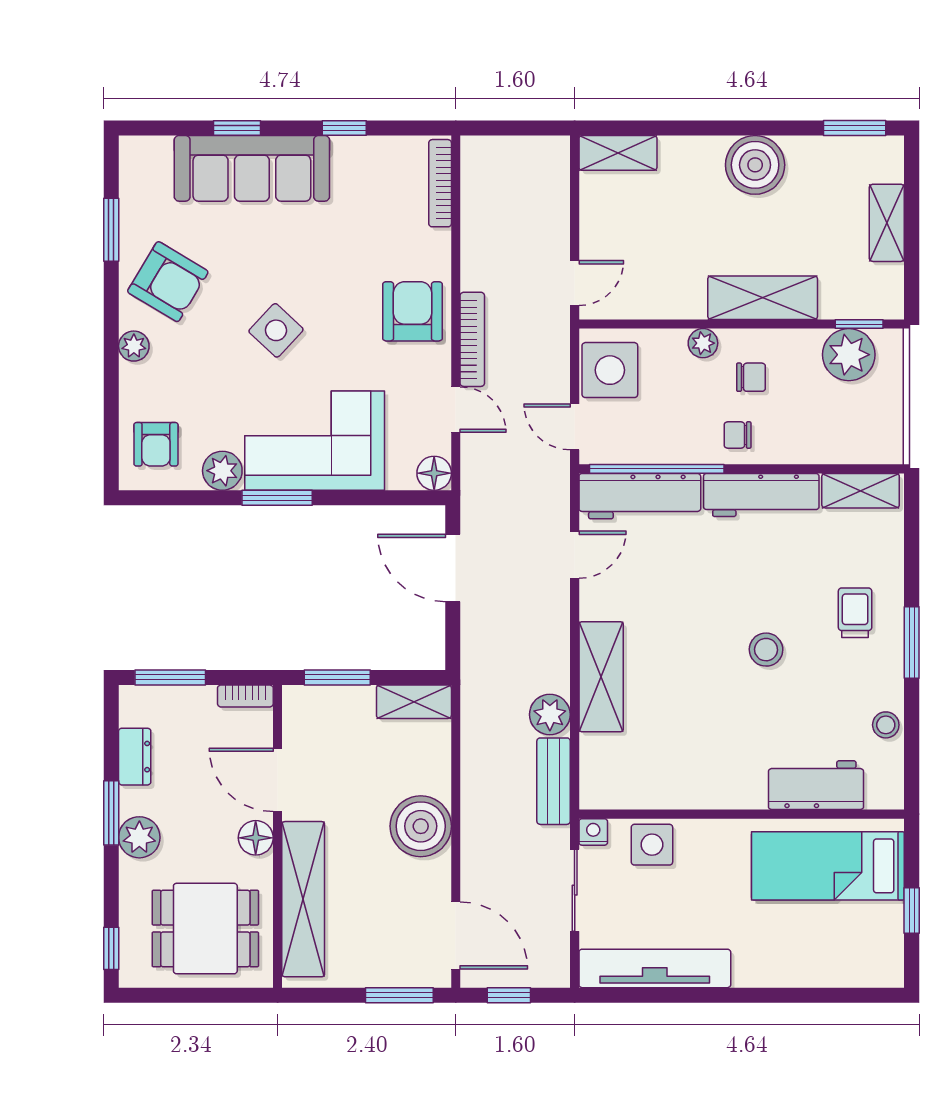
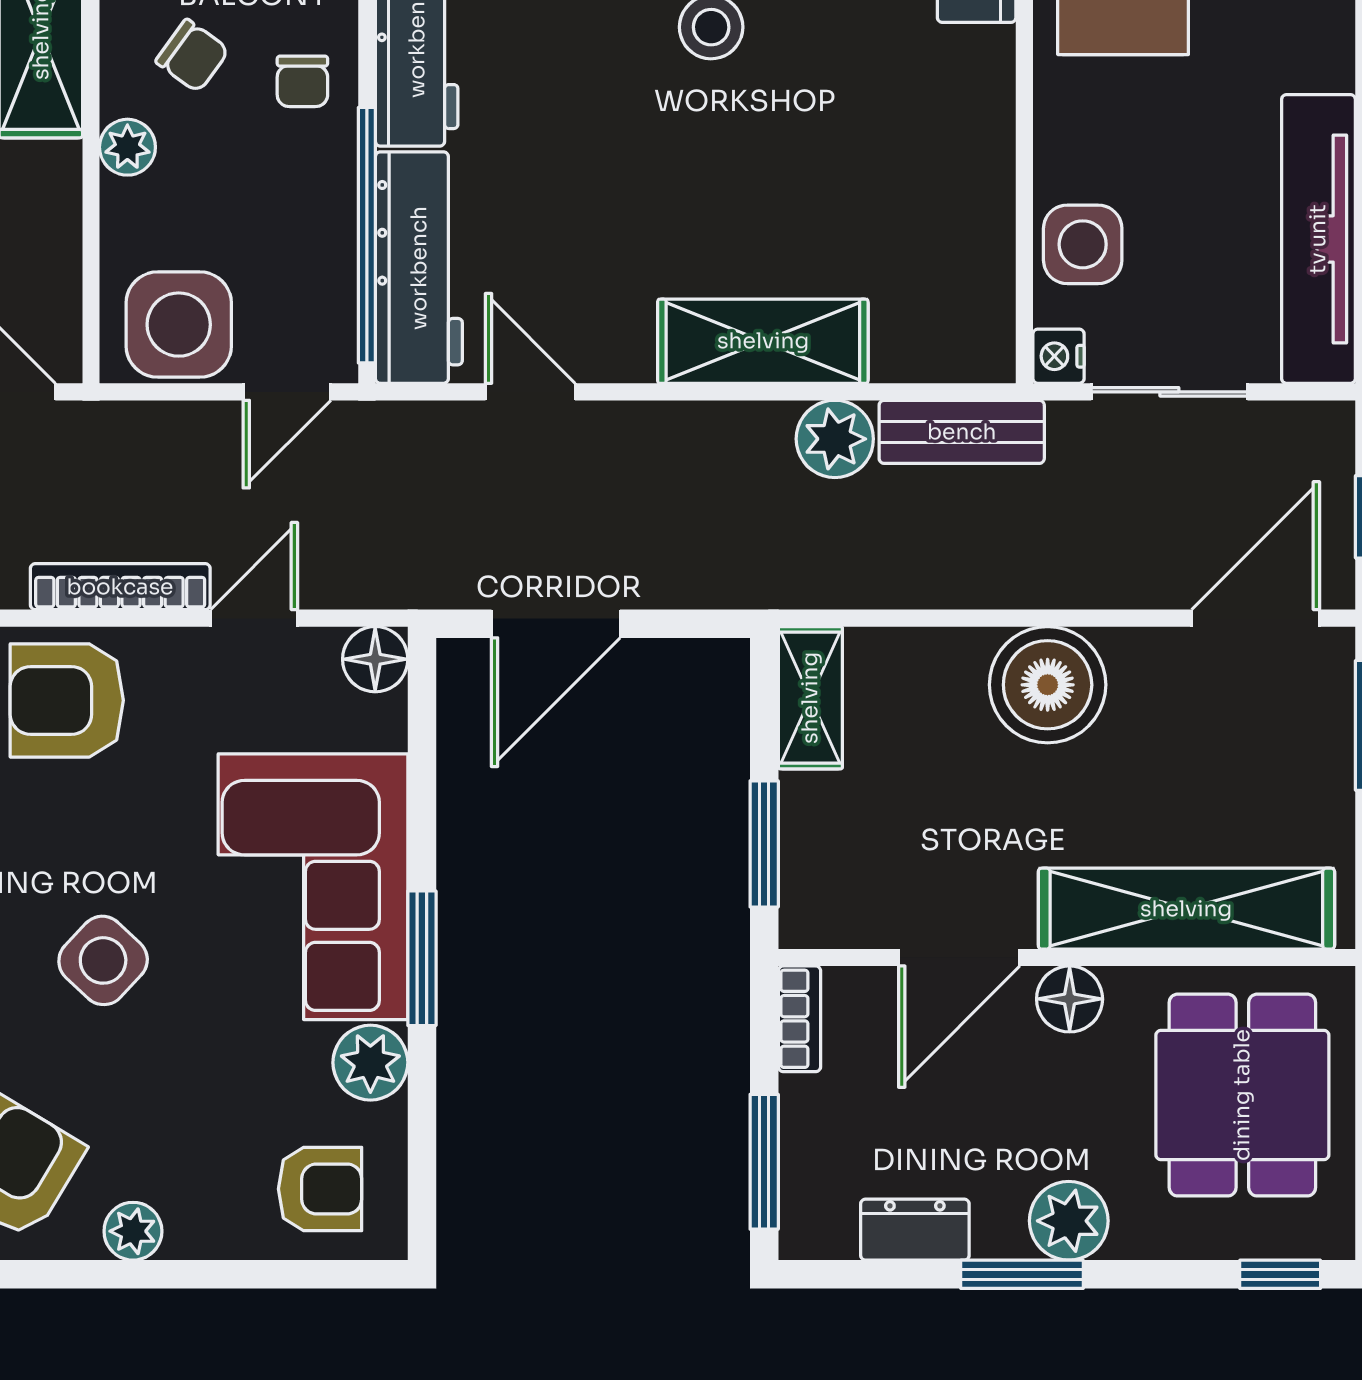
chair: (751, 377) -> (192, 56), turned 126

